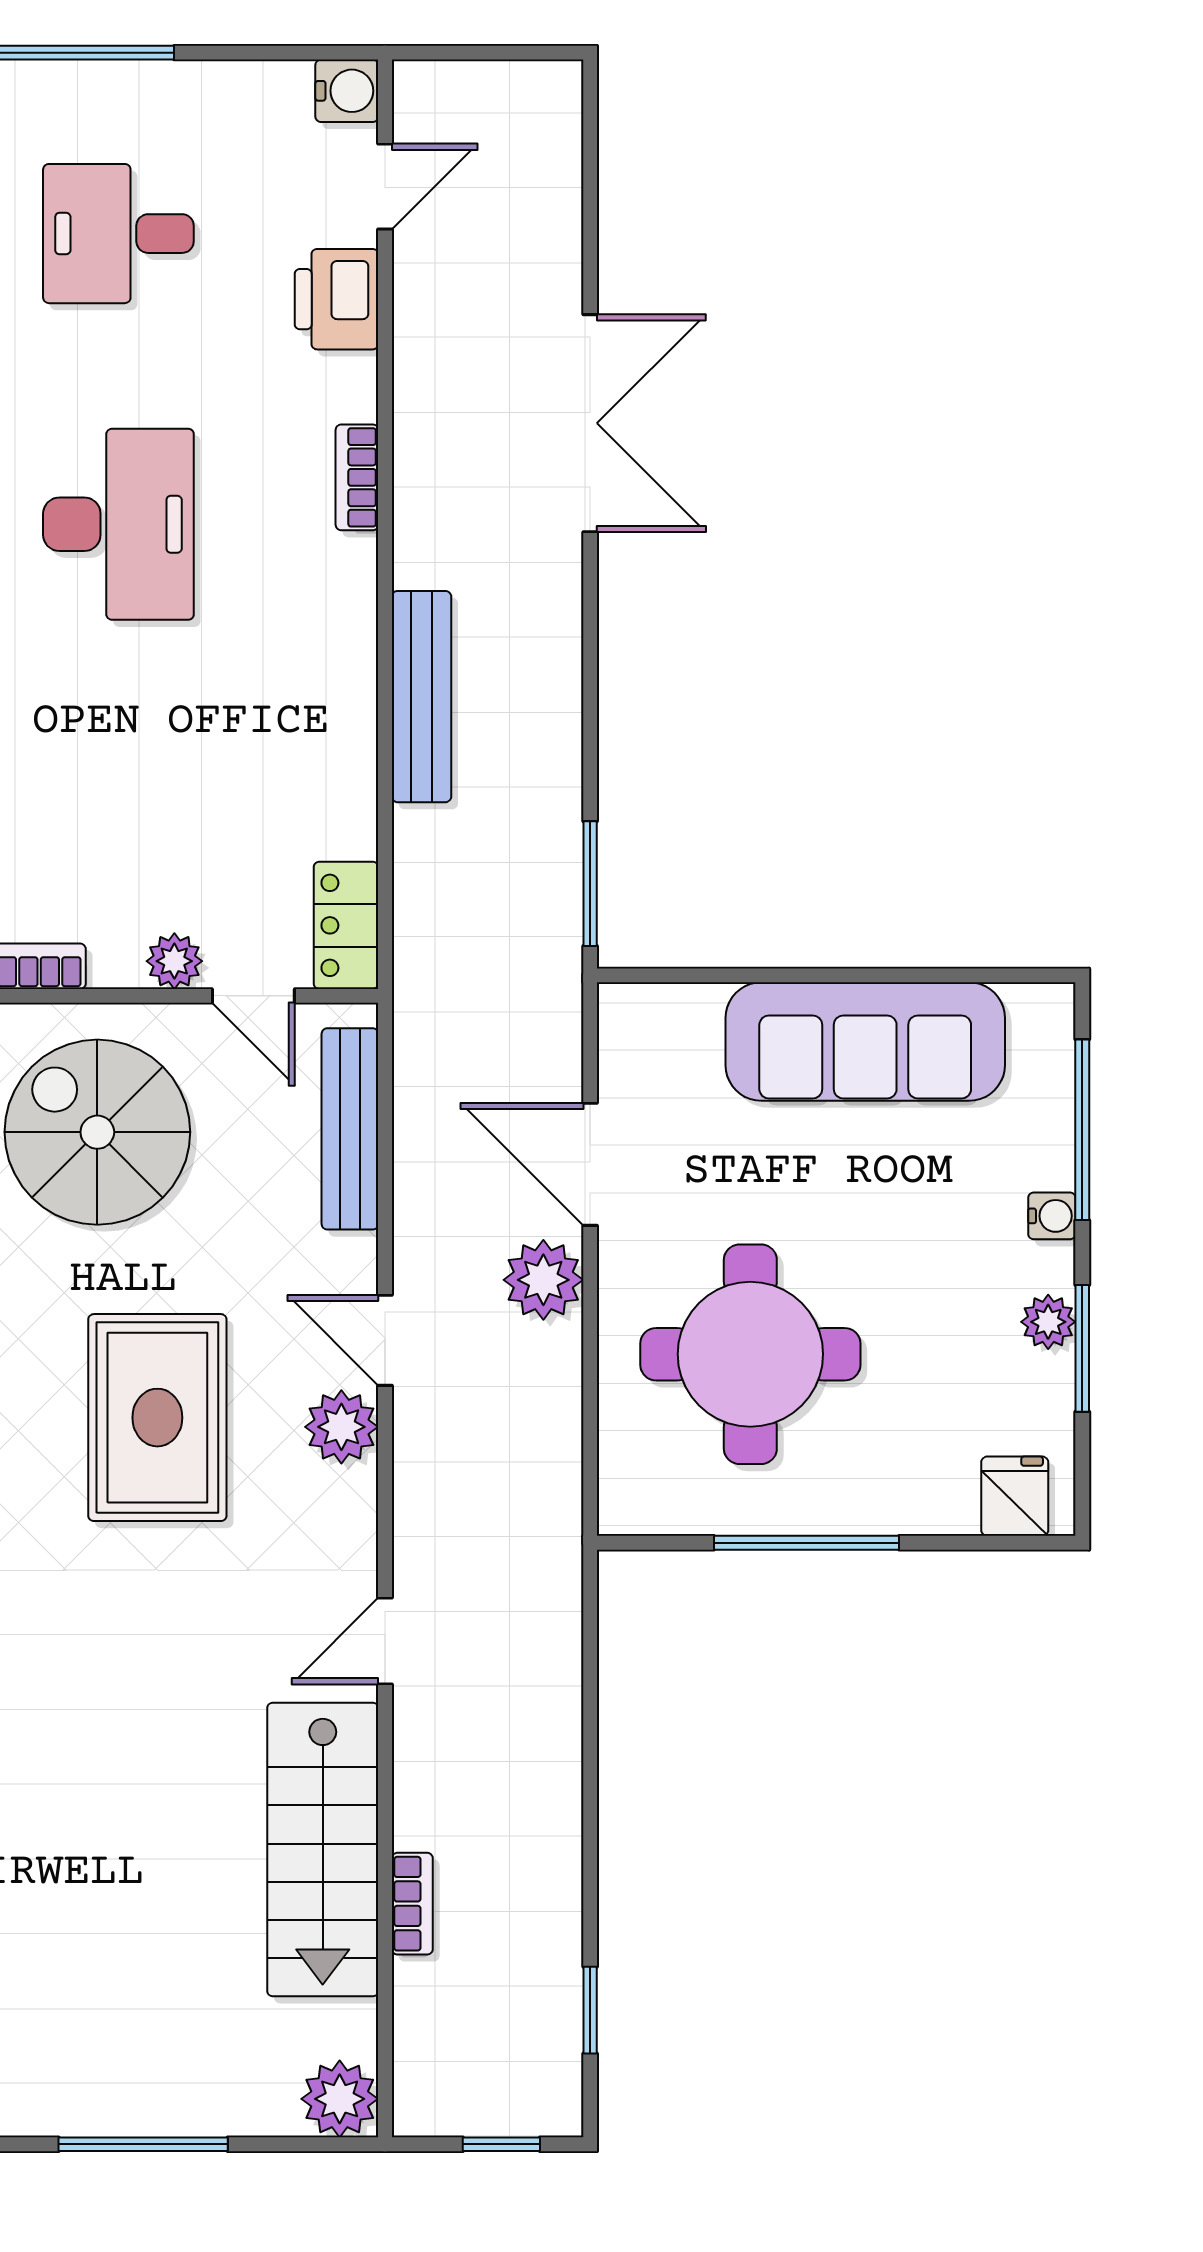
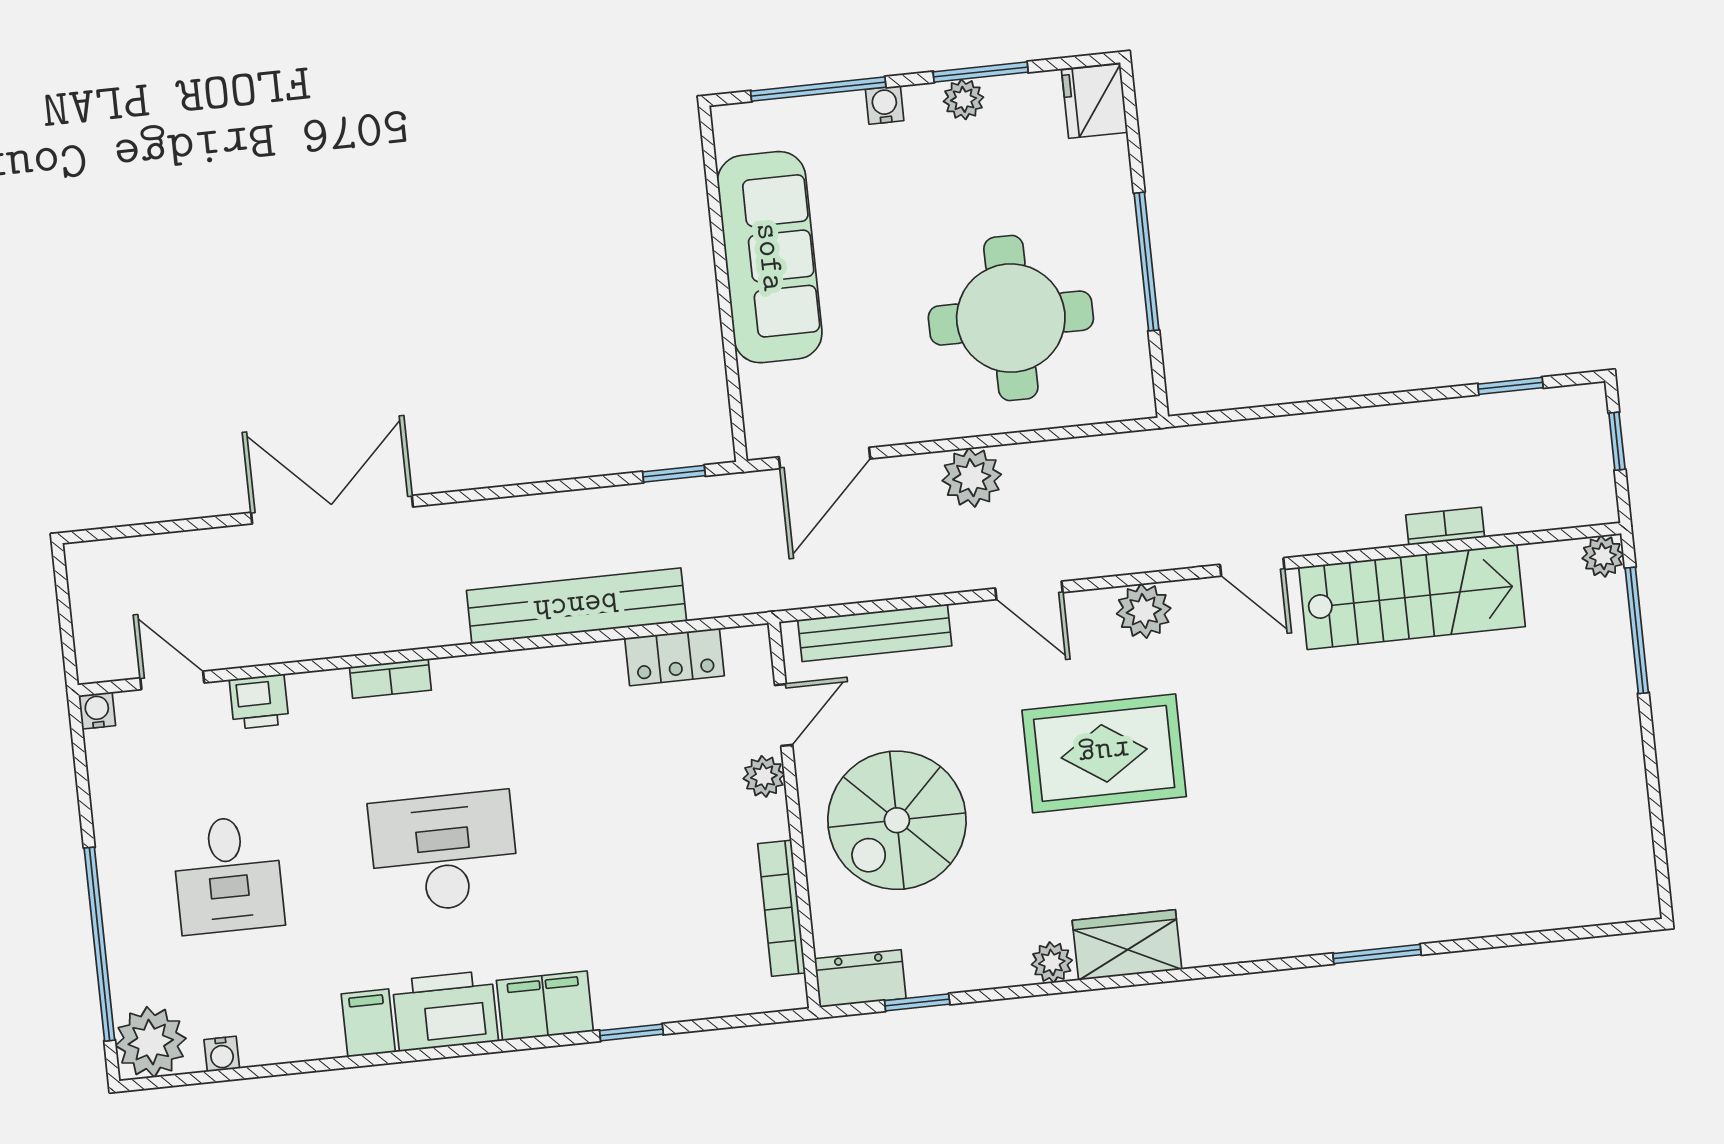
water cooler: (347, 91) -> (97, 710), width x0.72, depth x0.72
printer: (337, 299) -> (259, 702), width x0.73, depth x0.81
bench: (421, 697) -> (576, 606), width x1.37, depth x1.21
window: (590, 884) -> (674, 474), width x0.67
locker: (346, 925) -> (674, 657), moved
door: (590, 1164) -> (825, 458), moved
door: (385, 1340) -> (1029, 590), hinge flipped
plant: (341, 1427) -> (1144, 611), moved
fridge: (1015, 1496) -> (1095, 101), width x1.38
plant: (340, 2099) -> (1603, 556), width x0.73, depth x0.73
window: (143, 2144) -> (1637, 630), moved

